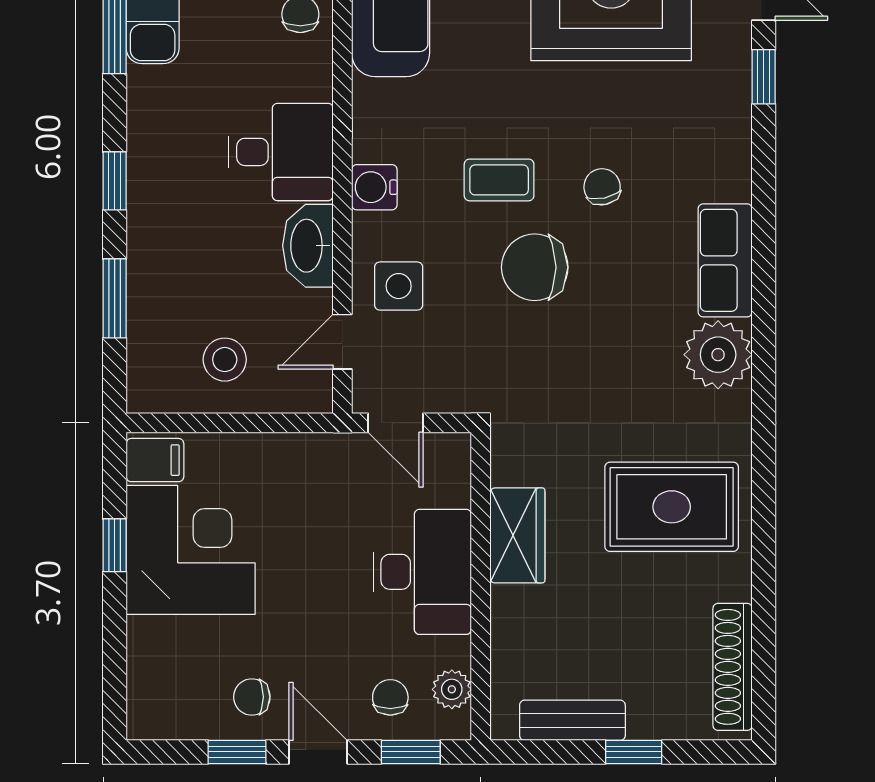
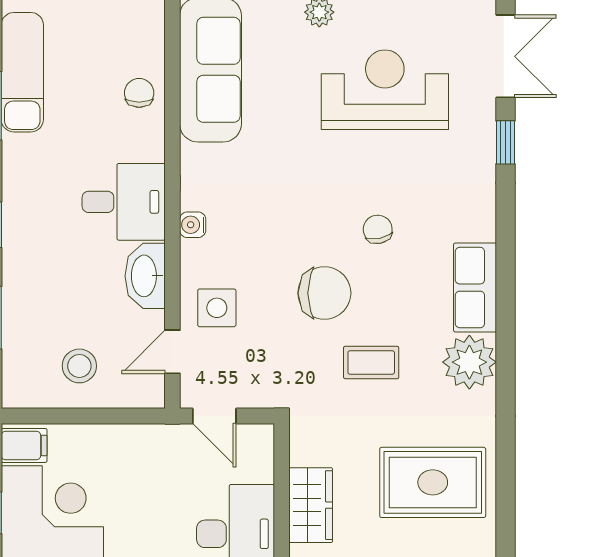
coffee table: (499, 180) -> (371, 362), moved
water cooler: (374, 187) -> (193, 225), width x0.72, depth x0.72
chair: (535, 267) -> (324, 293), turned 180

